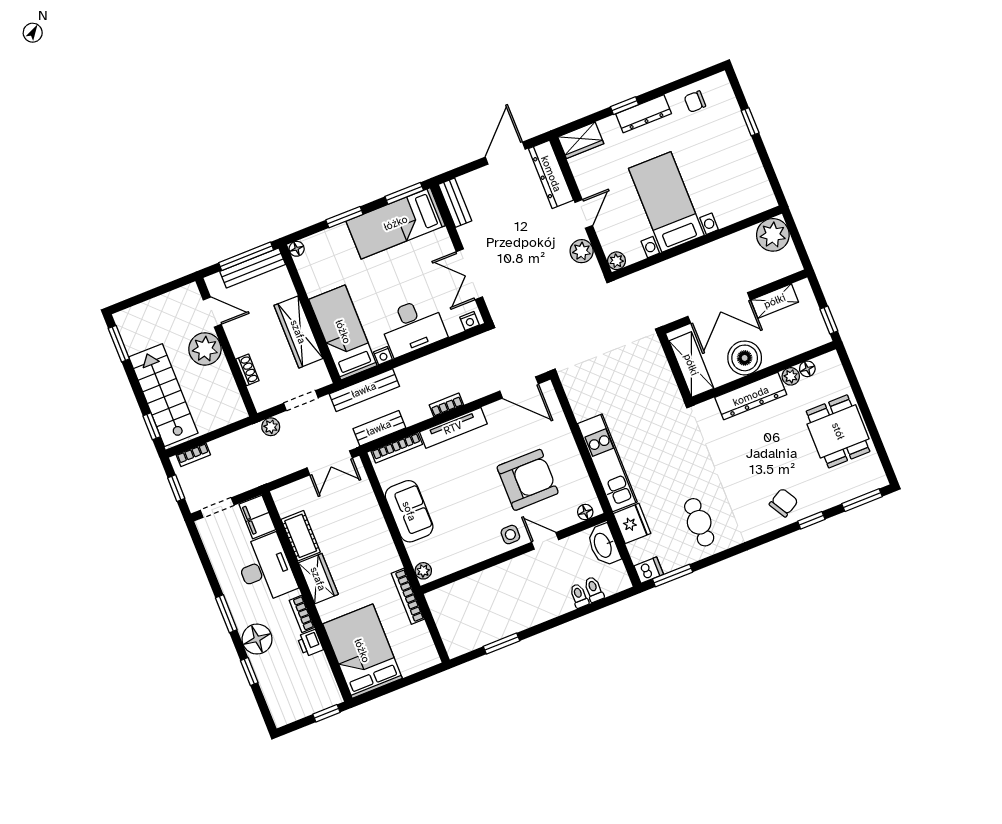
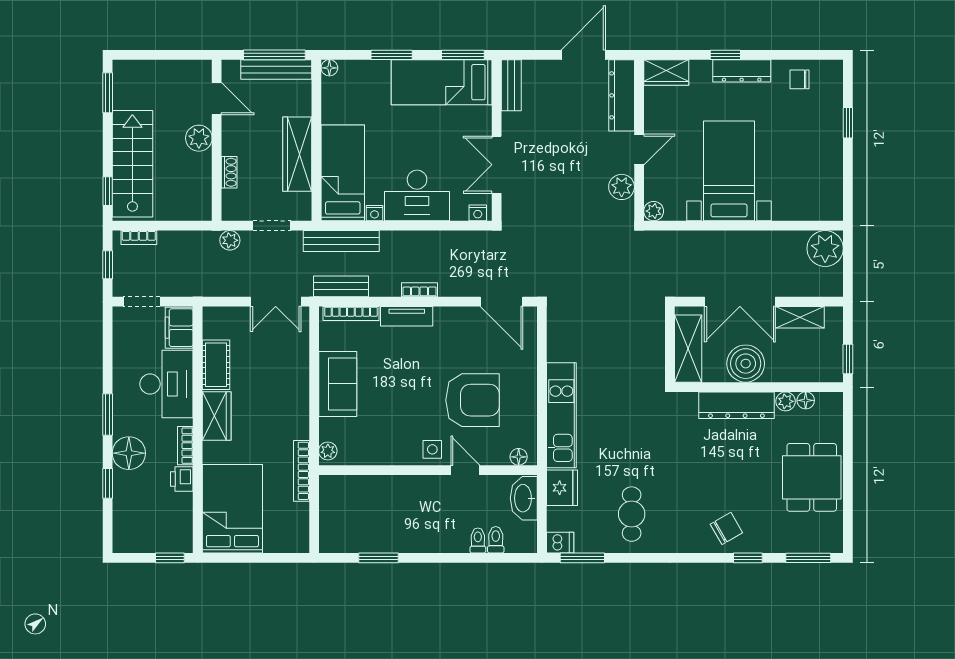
plant: (205, 349) -> (199, 138), width x0.73, depth x0.73
tv unit: (453, 428) -> (407, 316), width x0.71

